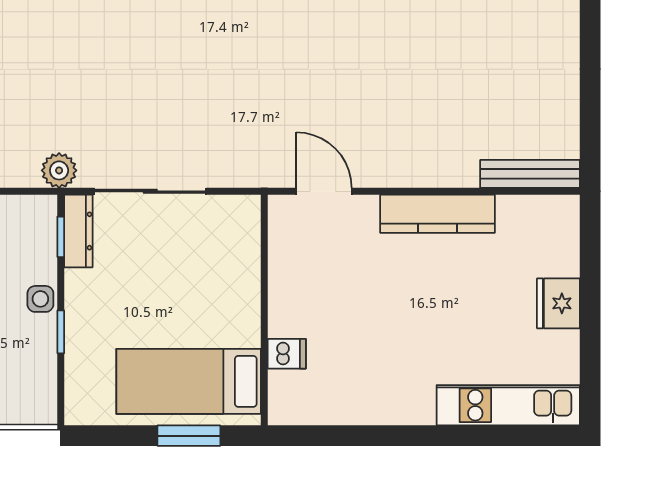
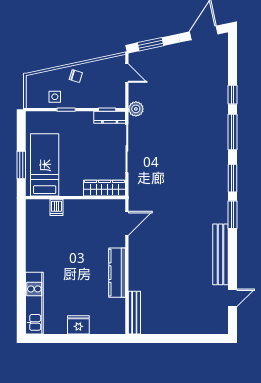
wardrobe: (242, 243) -> (104, 188), added
side table: (40, 299) -> (55, 97), moved

